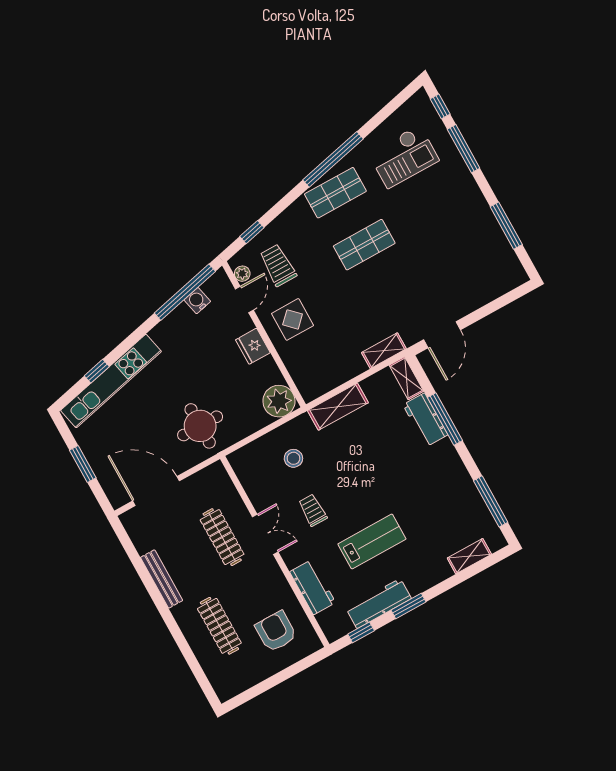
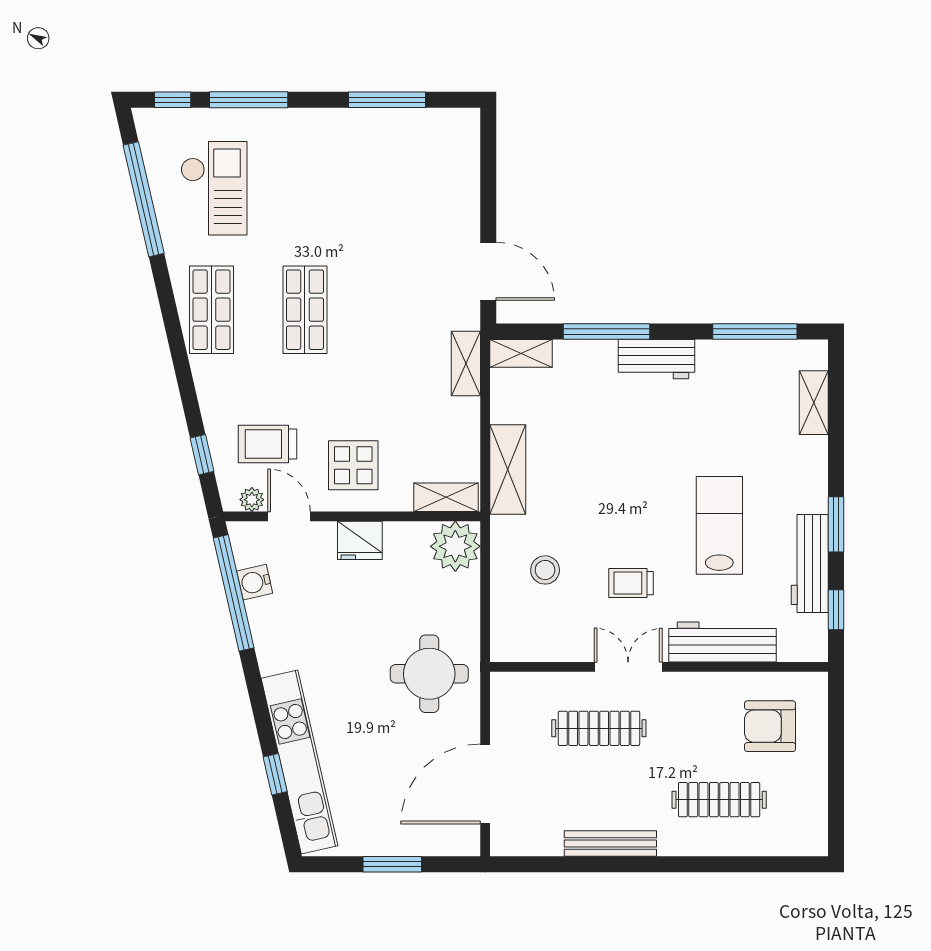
window: (333, 159) -> (144, 199), moved
shelving: (303, 381) -> (446, 497), added
workbench: (425, 420) -> (657, 359), moved
workbench: (313, 587) -> (722, 642), width x1.38

